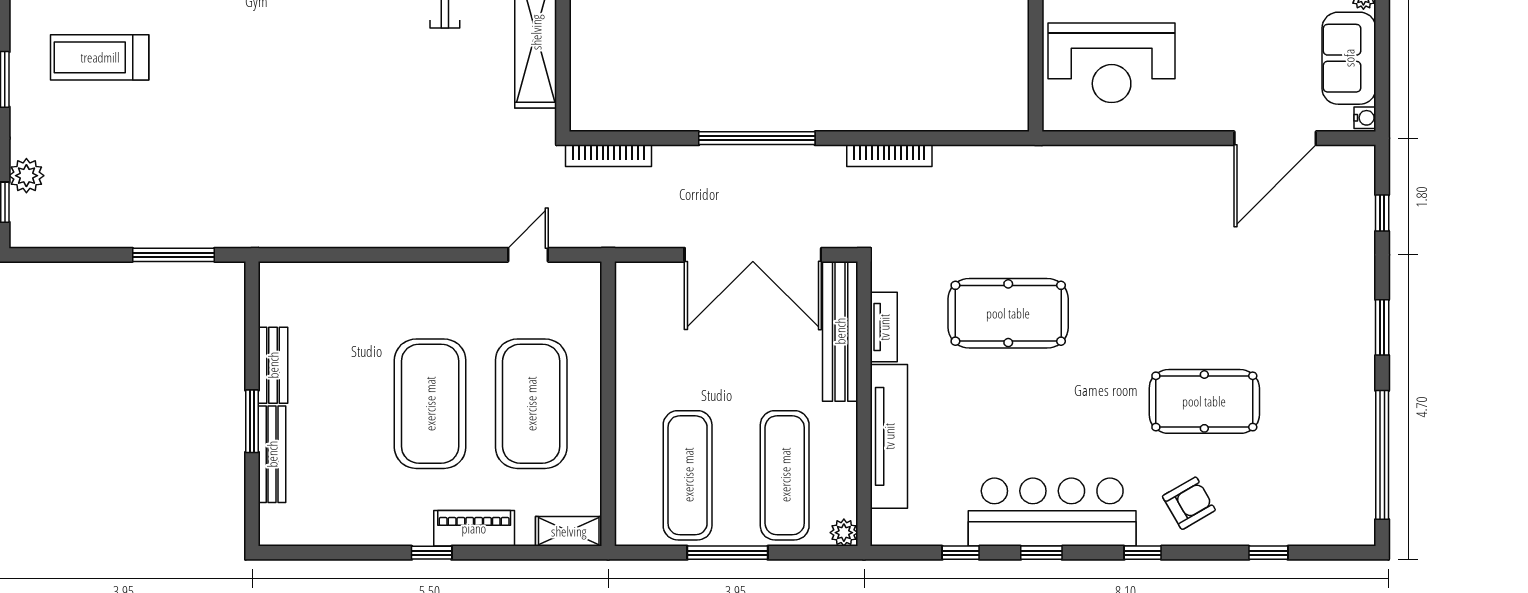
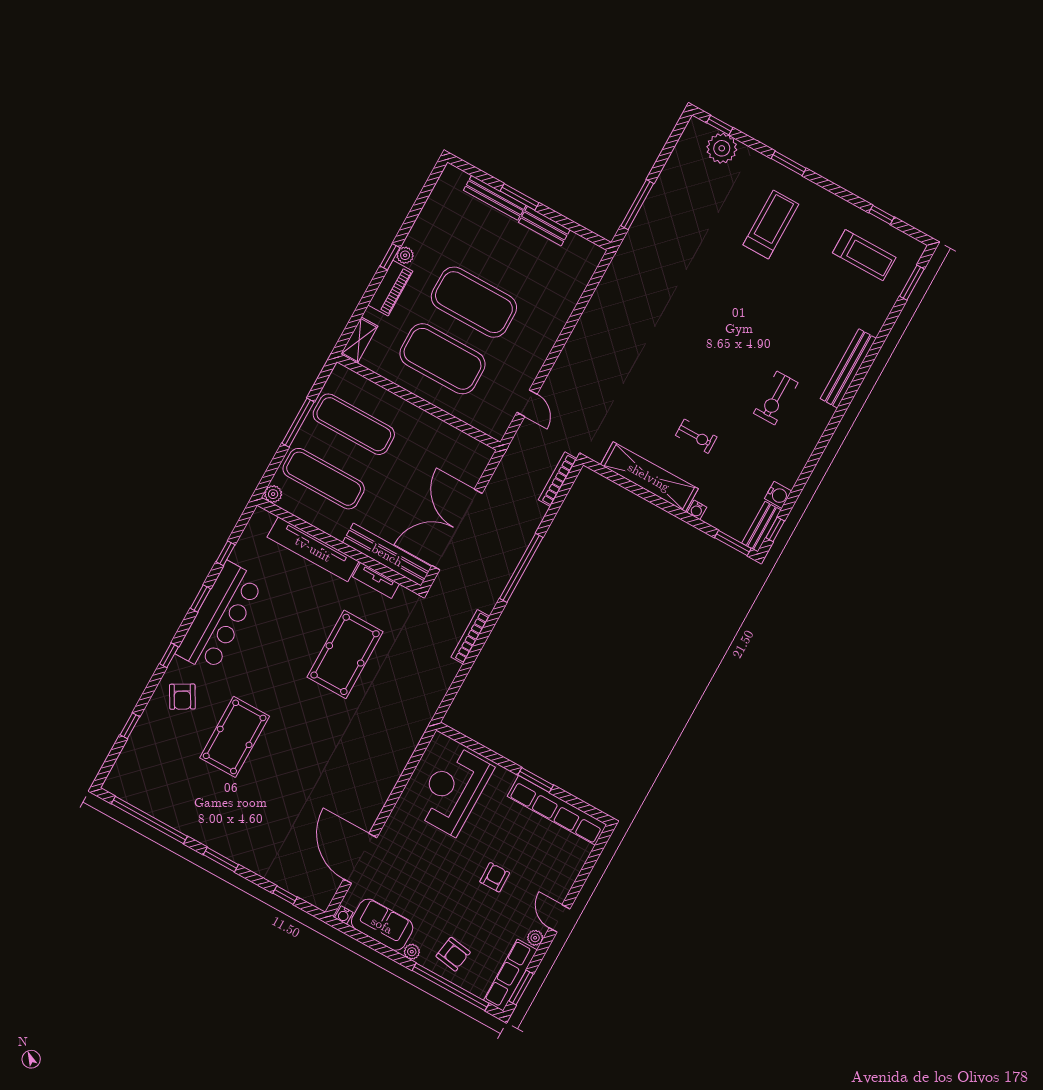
plant: (26, 176) -> (722, 148), width x1.36, depth x1.36
plant: (418, 533) -> (405, 255), added

